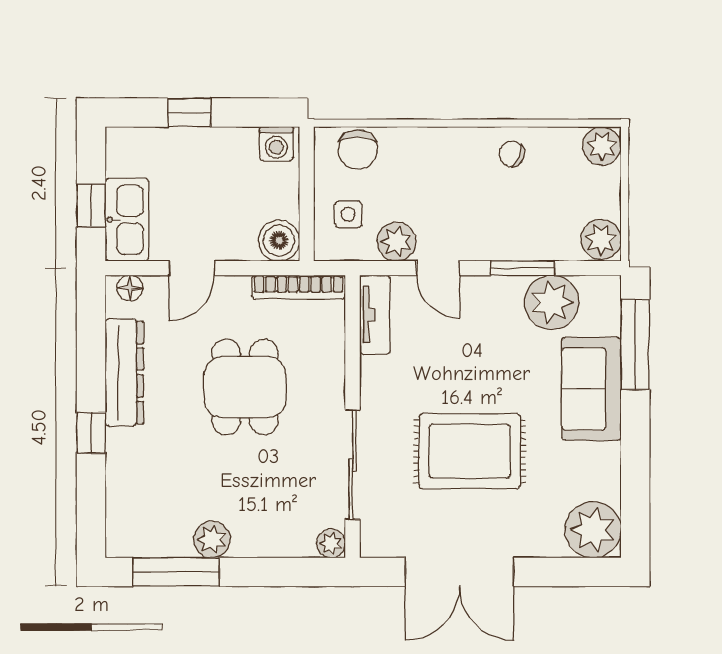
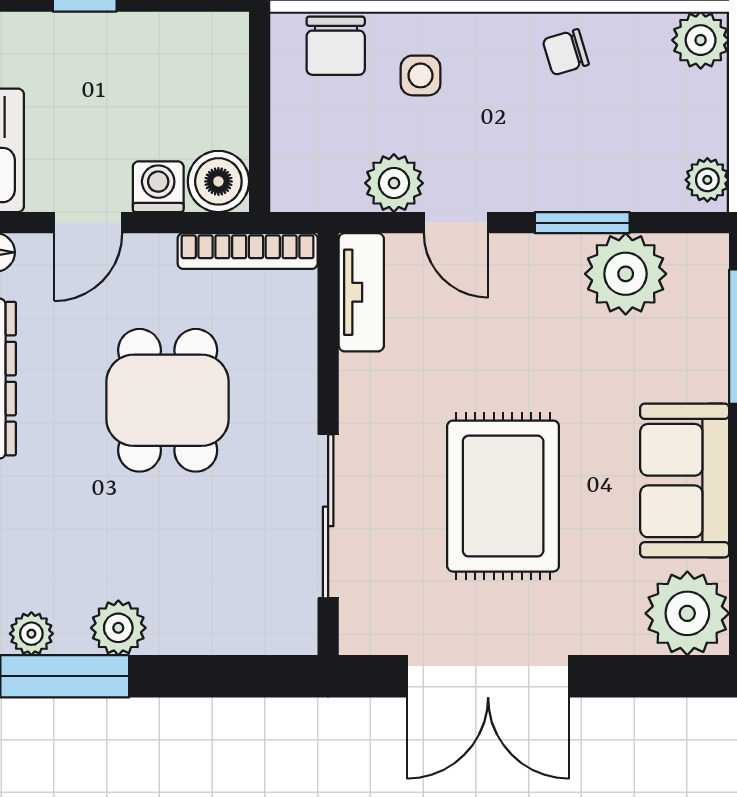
washing machine: (276, 144) -> (158, 187), moved, turned 180
chair: (512, 154) -> (566, 52), turned -39
side table: (348, 214) -> (420, 75), moved
plant: (601, 239) -> (707, 180), width x0.73, depth x0.73
sofa: (591, 389) -> (685, 481), moved
rug: (470, 451) -> (503, 496), turned 90
plant: (331, 543) -> (31, 634), moved

